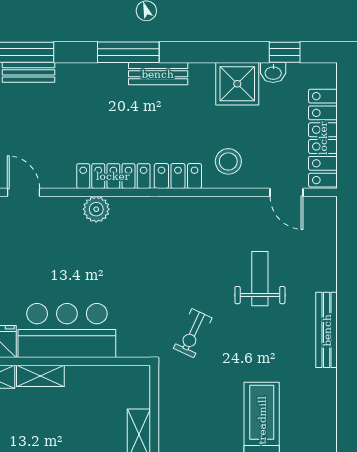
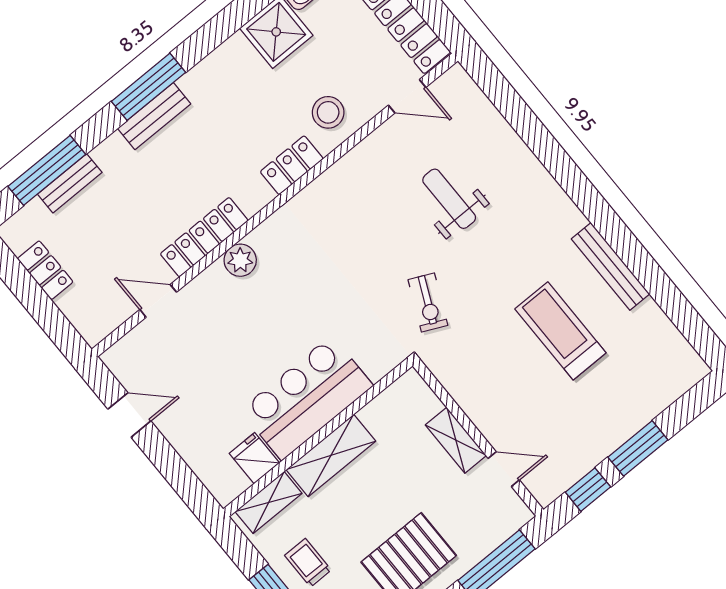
bench: (158, 74) -> (154, 116), moved
locker: (113, 176) -> (204, 237), moved
bench: (327, 330) -> (610, 266), moved
shelving: (40, 376) -> (331, 455), width x1.50, depth x1.33

